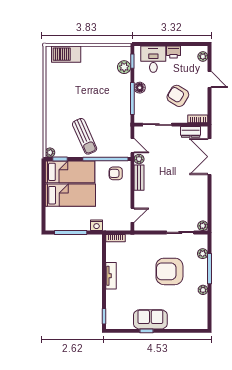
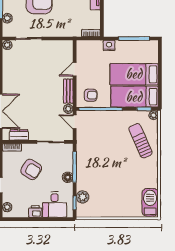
barbecue: (66, 54) -> (150, 202), moved, turned -90
sun lounger: (85, 136) -> (140, 141), moved
door: (132, 215) -> (75, 69), moved

